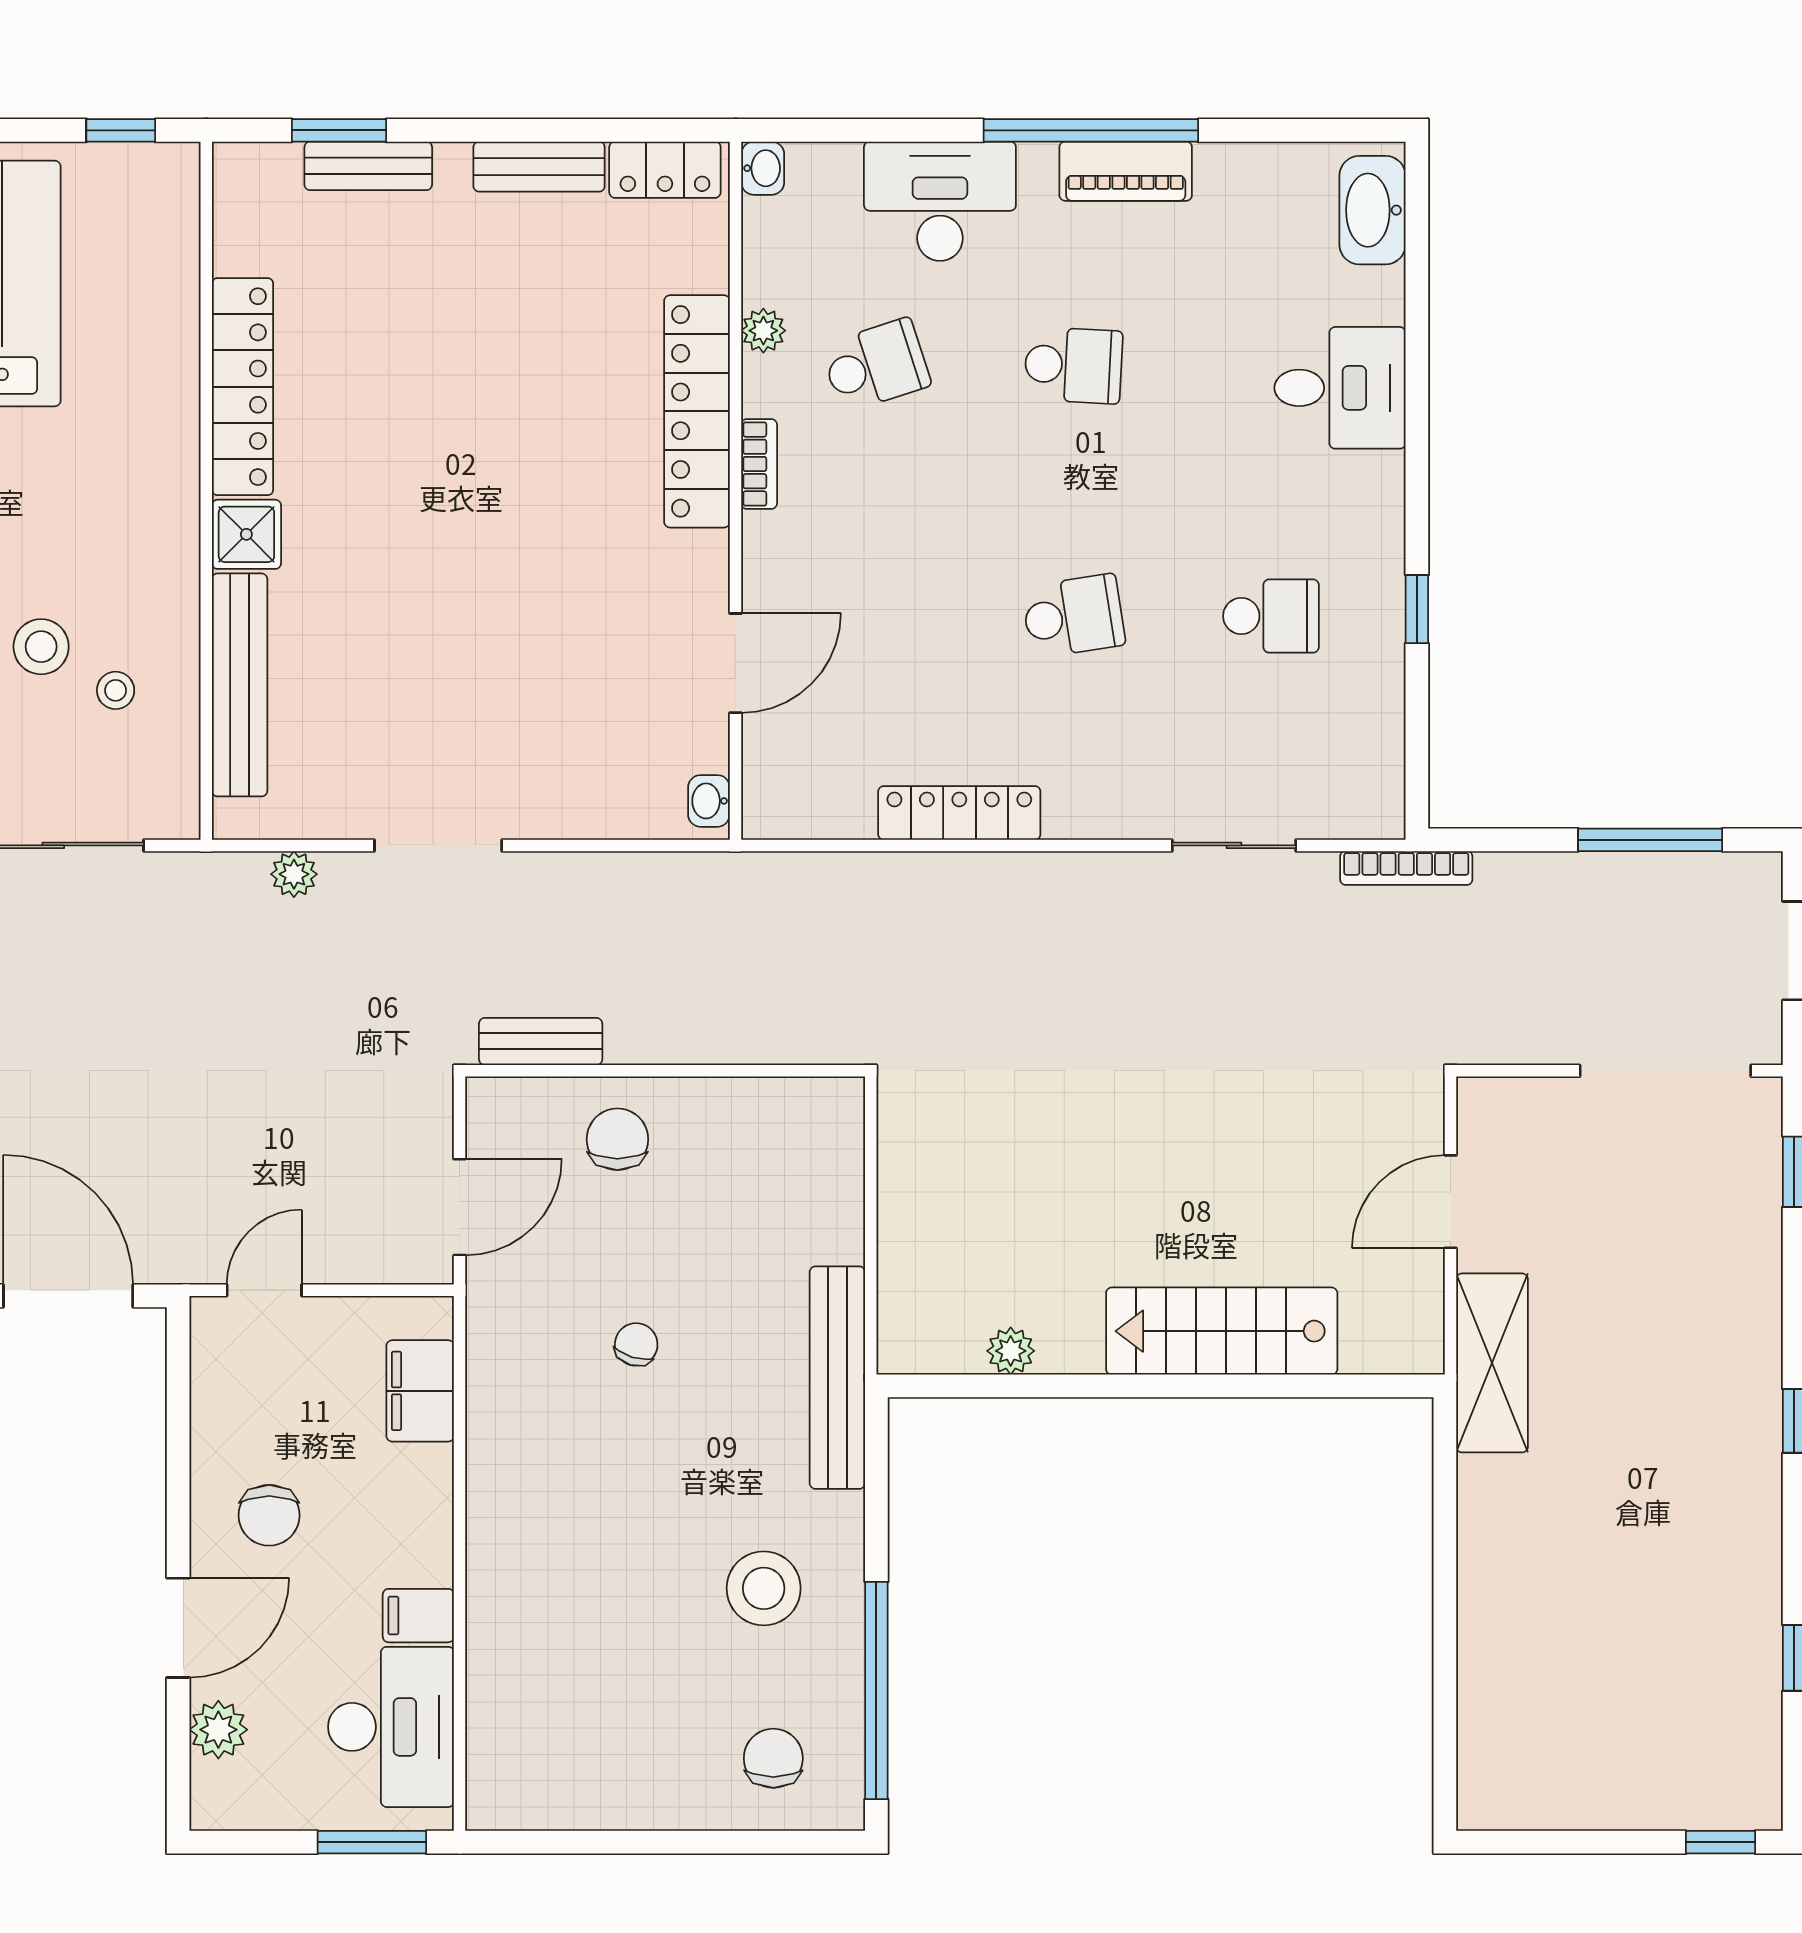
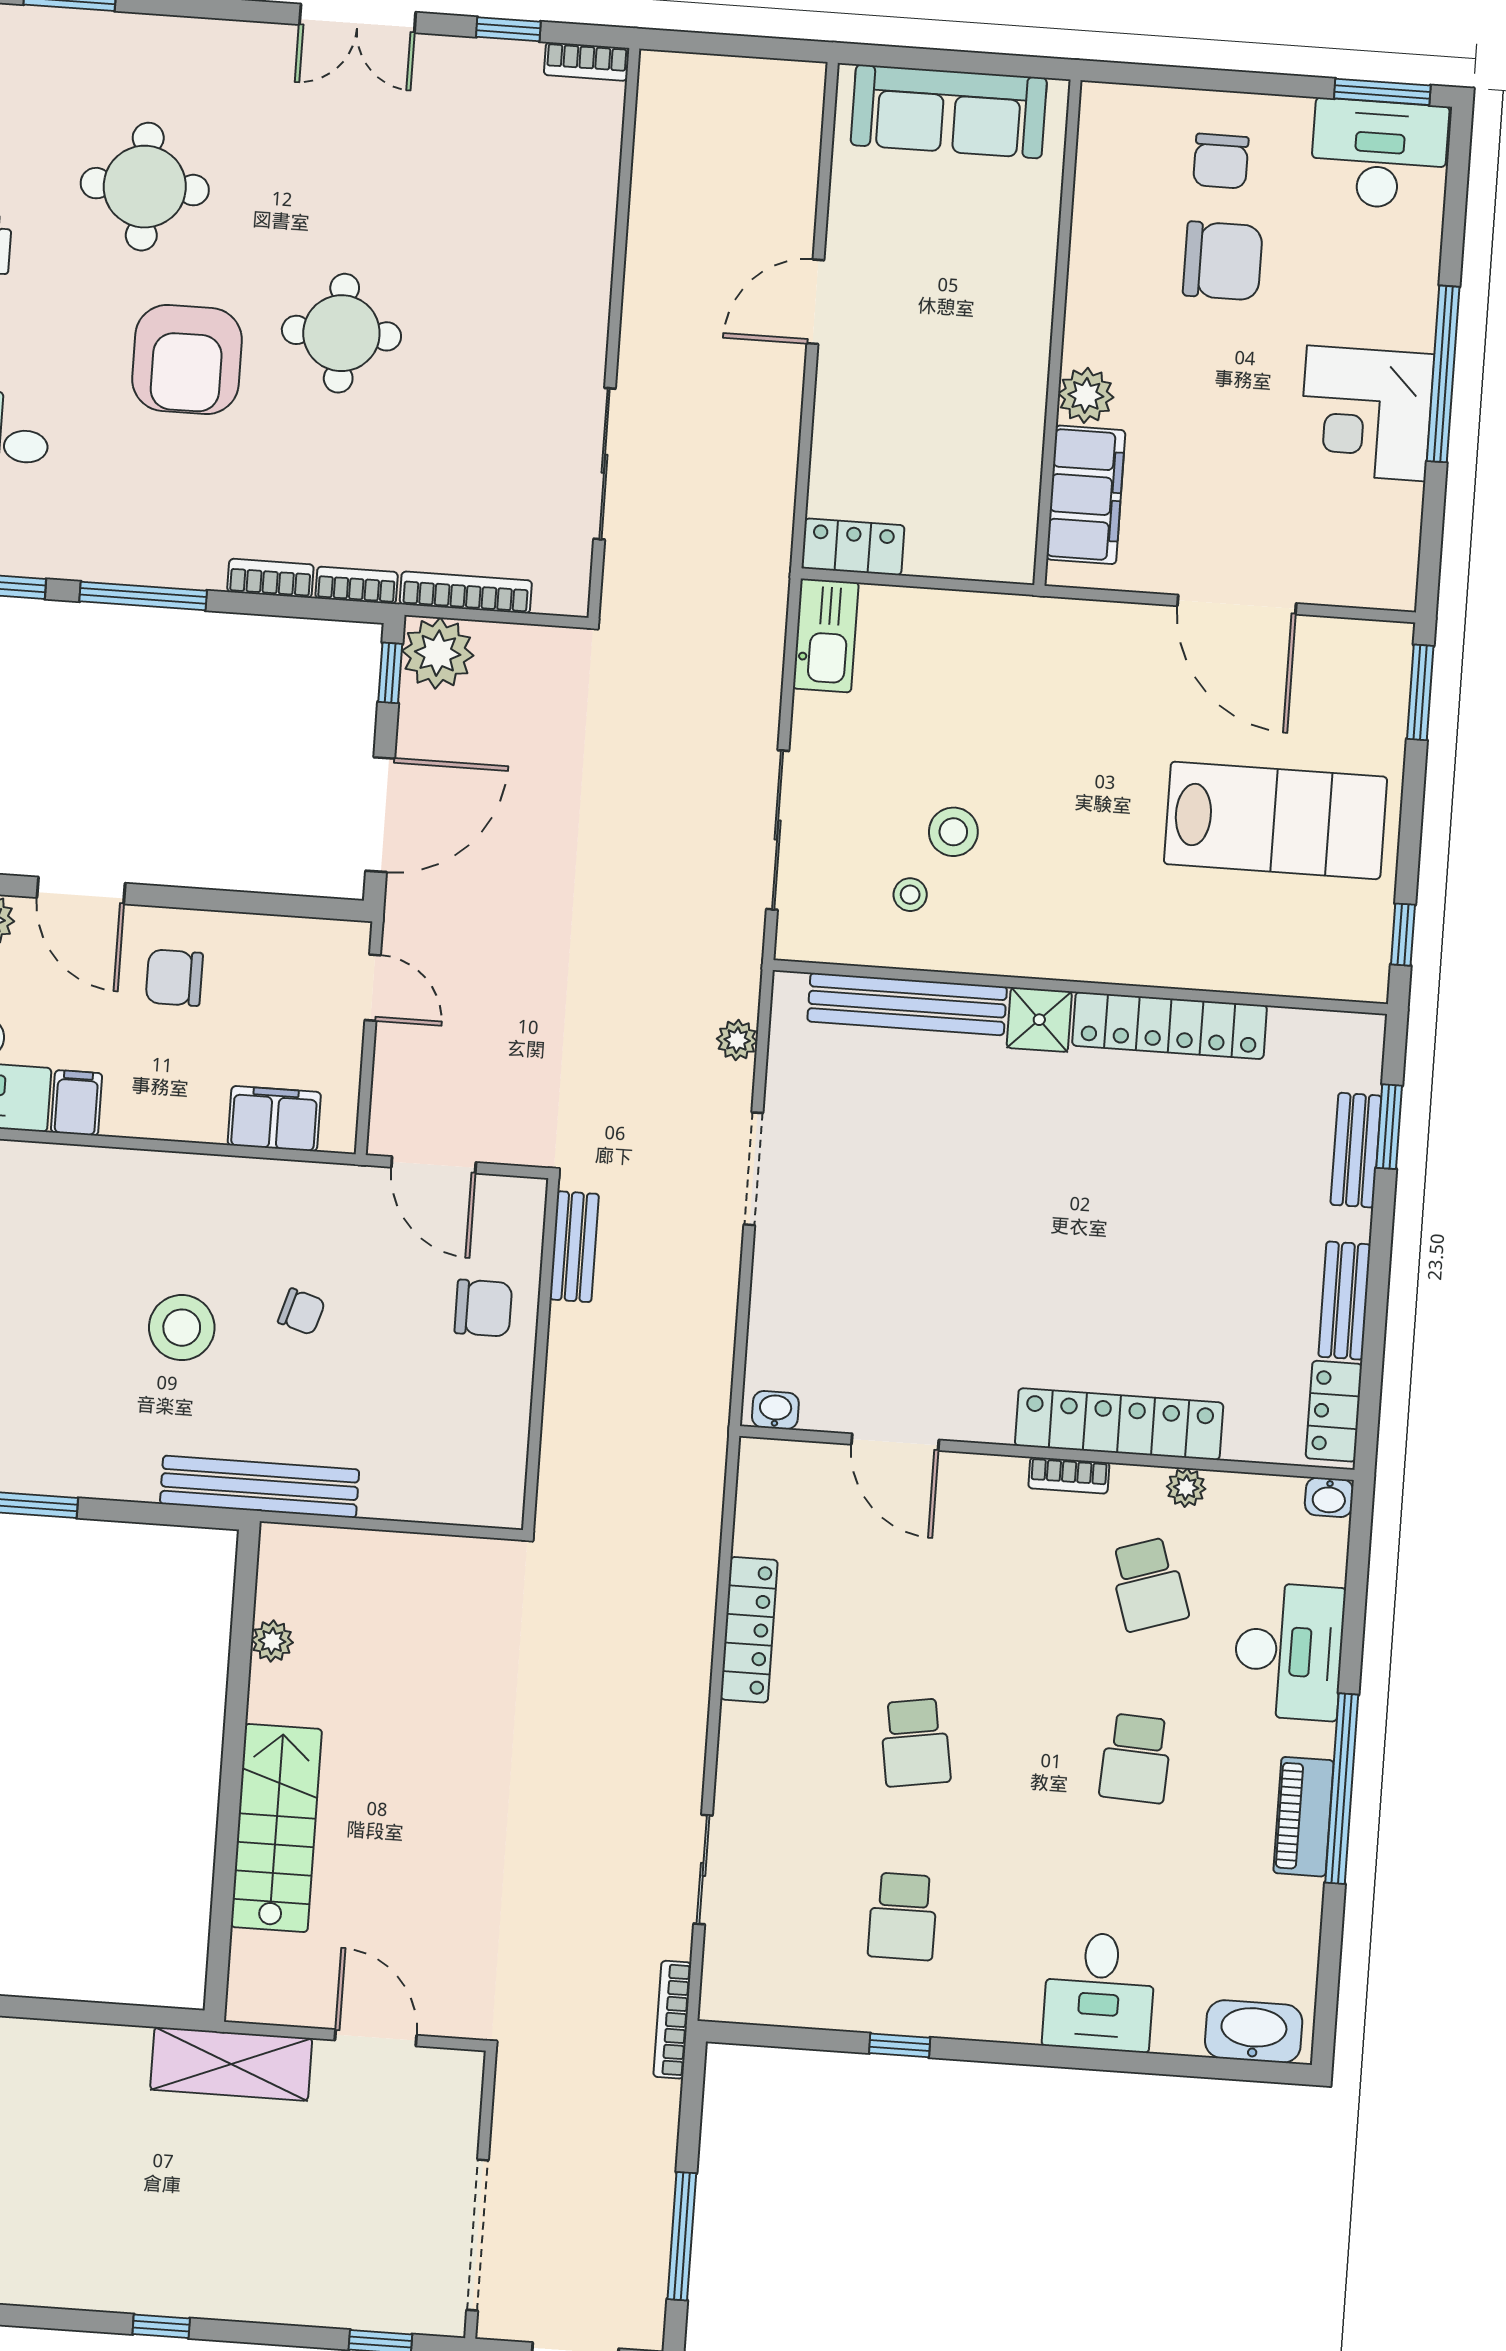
stool: (764, 1588) -> (182, 1328), moved

